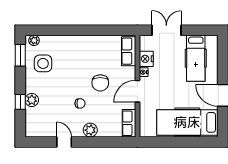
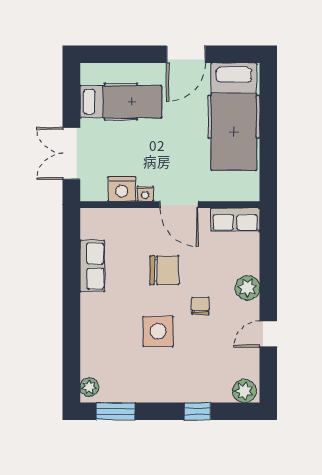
row of seats: (129, 51) -> (92, 266), moved, turned -90
side table: (43, 63) -> (158, 331), moved
plant: (32, 100) -> (244, 391), moved

